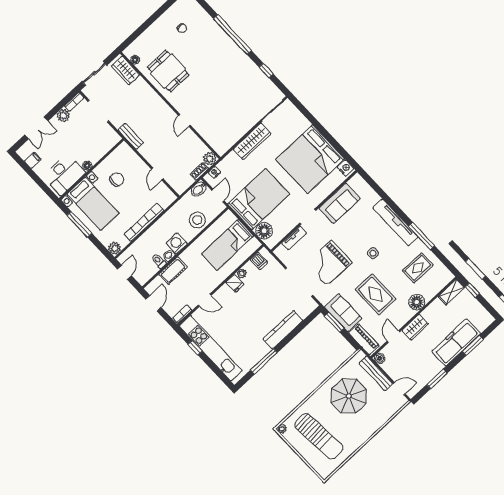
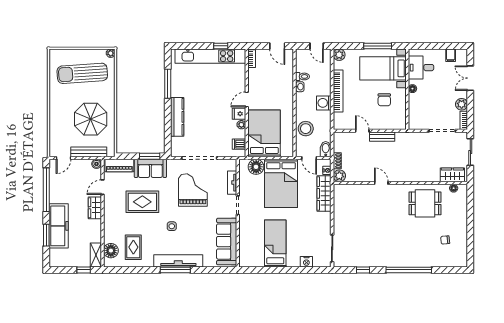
bench: (131, 136) -> (382, 137), moved
wardrobe: (252, 141) -> (324, 193), moved
bed: (310, 159) -> (275, 244), width x0.49
nightstand: (345, 168) -> (306, 262), moved
desk: (64, 174) -> (421, 68), width x0.73
sofa: (340, 203) -> (227, 242), width x1.36
window: (422, 236) -> (175, 270), moved
washing machine: (177, 243) -> (324, 103), moved, turned 180
bed: (228, 245) -> (264, 133), width x1.50
cot: (173, 271) -> (287, 80), removed
door: (205, 300) -> (247, 99), moved
floor lamp: (417, 302) -> (111, 251), moved
door: (393, 336) -> (102, 187), swing flipped
window: (437, 379) -> (46, 190), width x2.11

